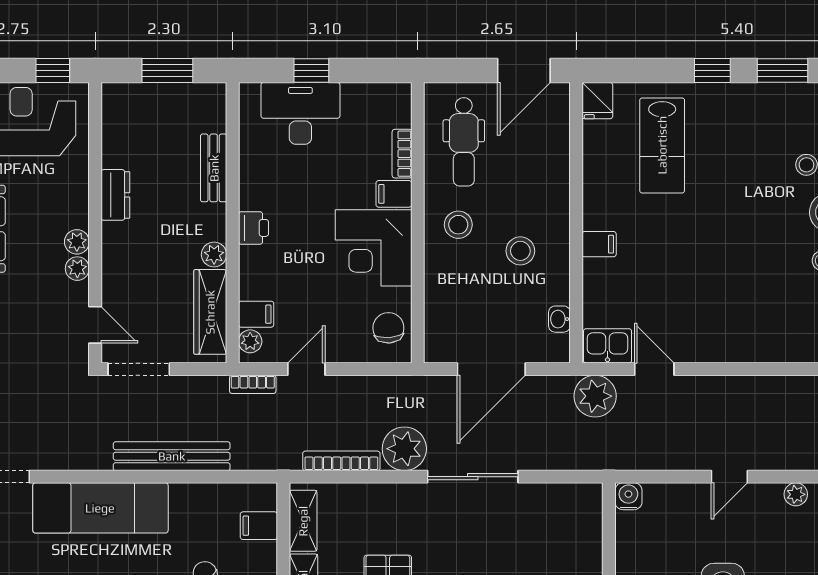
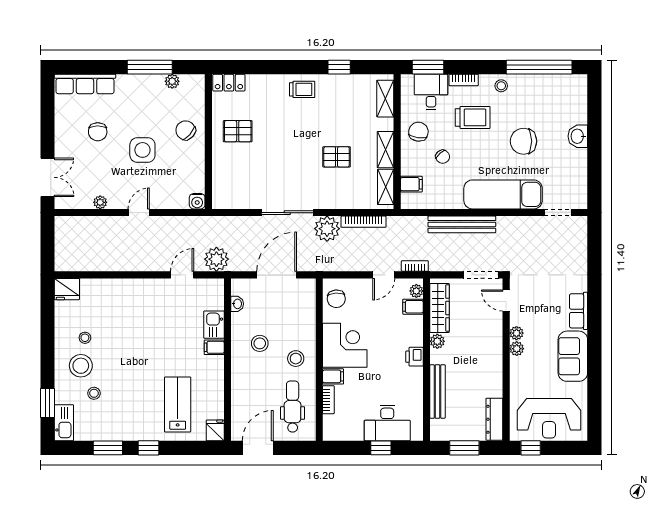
bench: (214, 168) -> (438, 391), width x1.36
dresser: (115, 195) -> (494, 419), moved, width x1.44
kitchen sink: (607, 346) -> (214, 325), moved, turned 90
door: (654, 369) -> (182, 275), swing flipped

